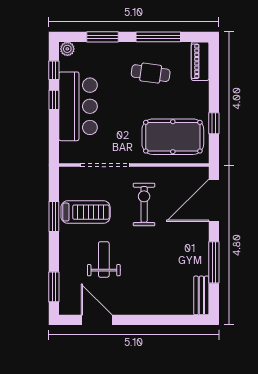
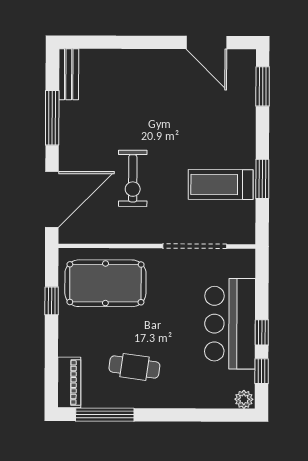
window: (103, 37) -> (197, 415), removed
window: (158, 37) -> (105, 415), moved
exercise bike: (144, 204) -> (133, 178), moved
weight bench: (104, 259) -> (197, 122), removed

